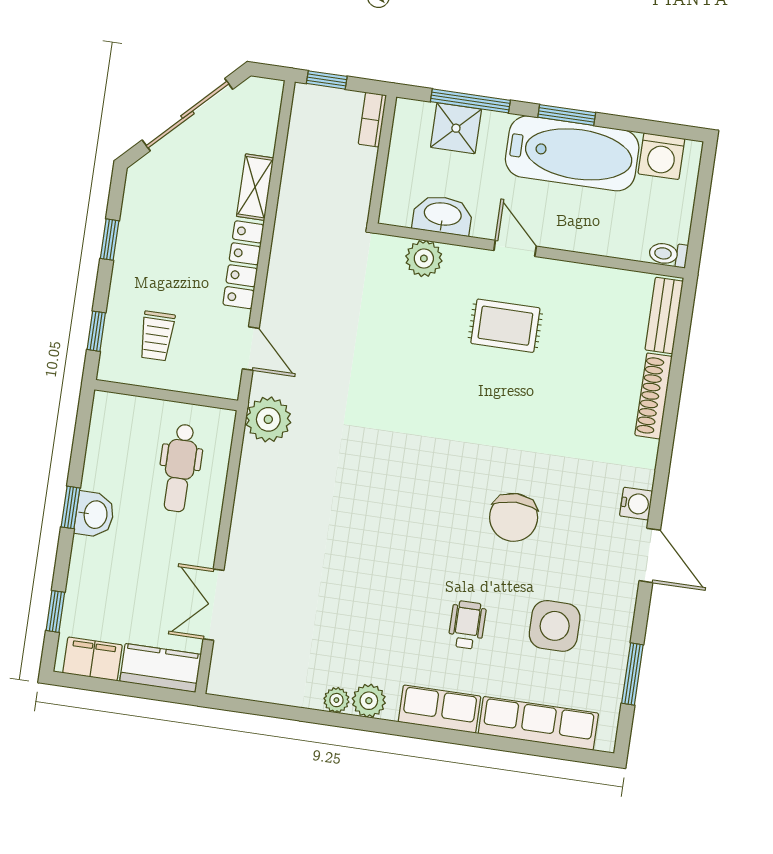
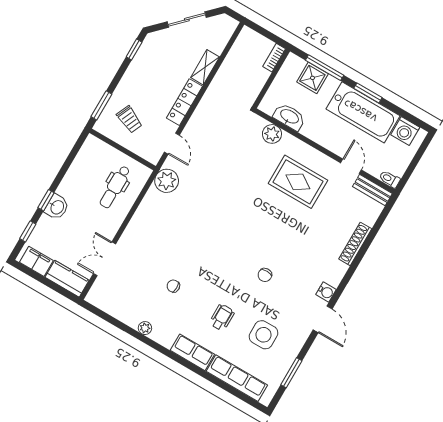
window: (327, 80) -> (260, 30), removed
sliding door: (187, 115) -> (187, 20), width x0.73
window: (110, 240) -> (134, 50), moved
door: (515, 248) -> (351, 166), moved
bench: (664, 316) -> (372, 190), moved, turned 90
rug: (505, 326) -> (298, 182), width x1.36, depth x1.43
window: (96, 331) -> (101, 105), width x1.50
trolley: (157, 336) -> (129, 119), turned -66
window: (71, 507) -> (46, 200), moved
washbasin: (94, 514) -> (57, 207), moved
chair: (514, 517) -> (265, 275), width x0.54, depth x0.54
chair: (357, 604) -> (173, 286), added
plant: (369, 701) -> (160, 335), removed

